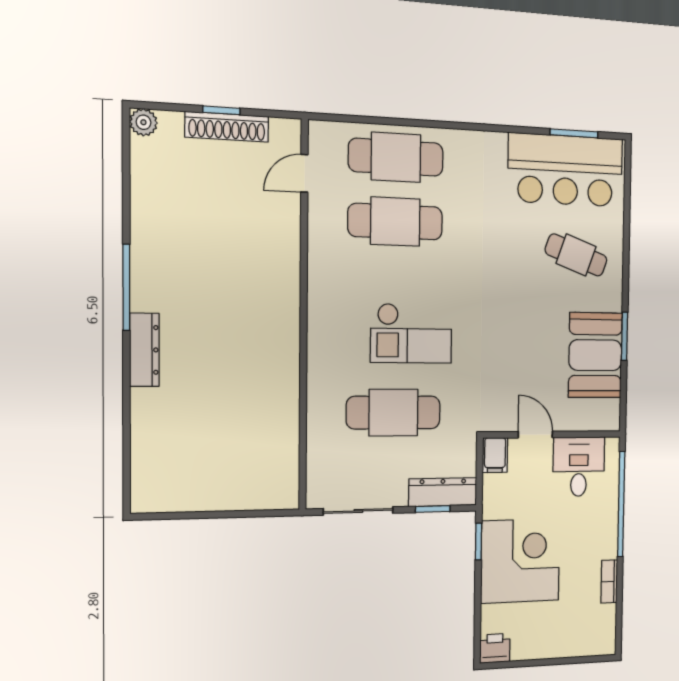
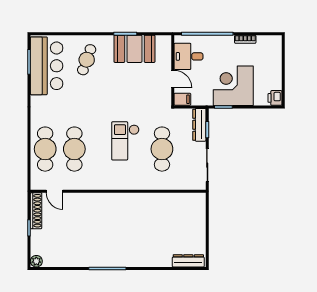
shoe rack: (227, 127) -> (36, 211), moved
checkout: (411, 333) -> (125, 141), turned 180
dresser: (144, 350) -> (188, 261), moved
door: (535, 435) -> (173, 79), swing flipped

